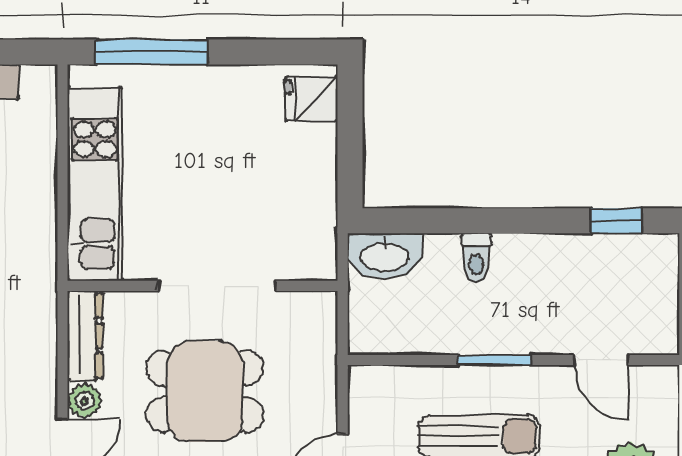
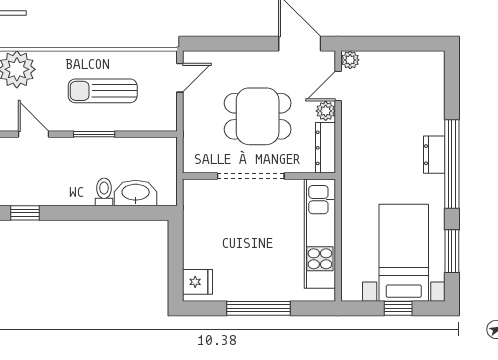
window: (151, 52) -> (258, 308), moved
washbasin: (385, 256) -> (136, 193), moved

